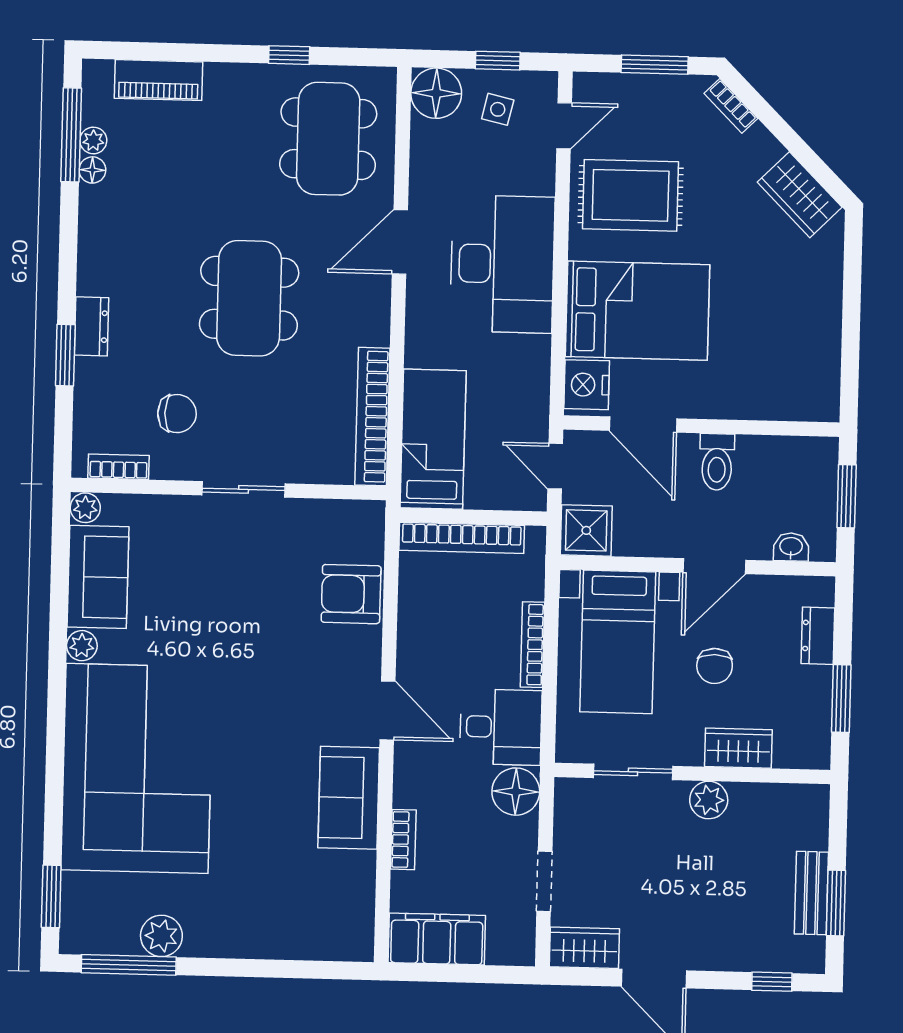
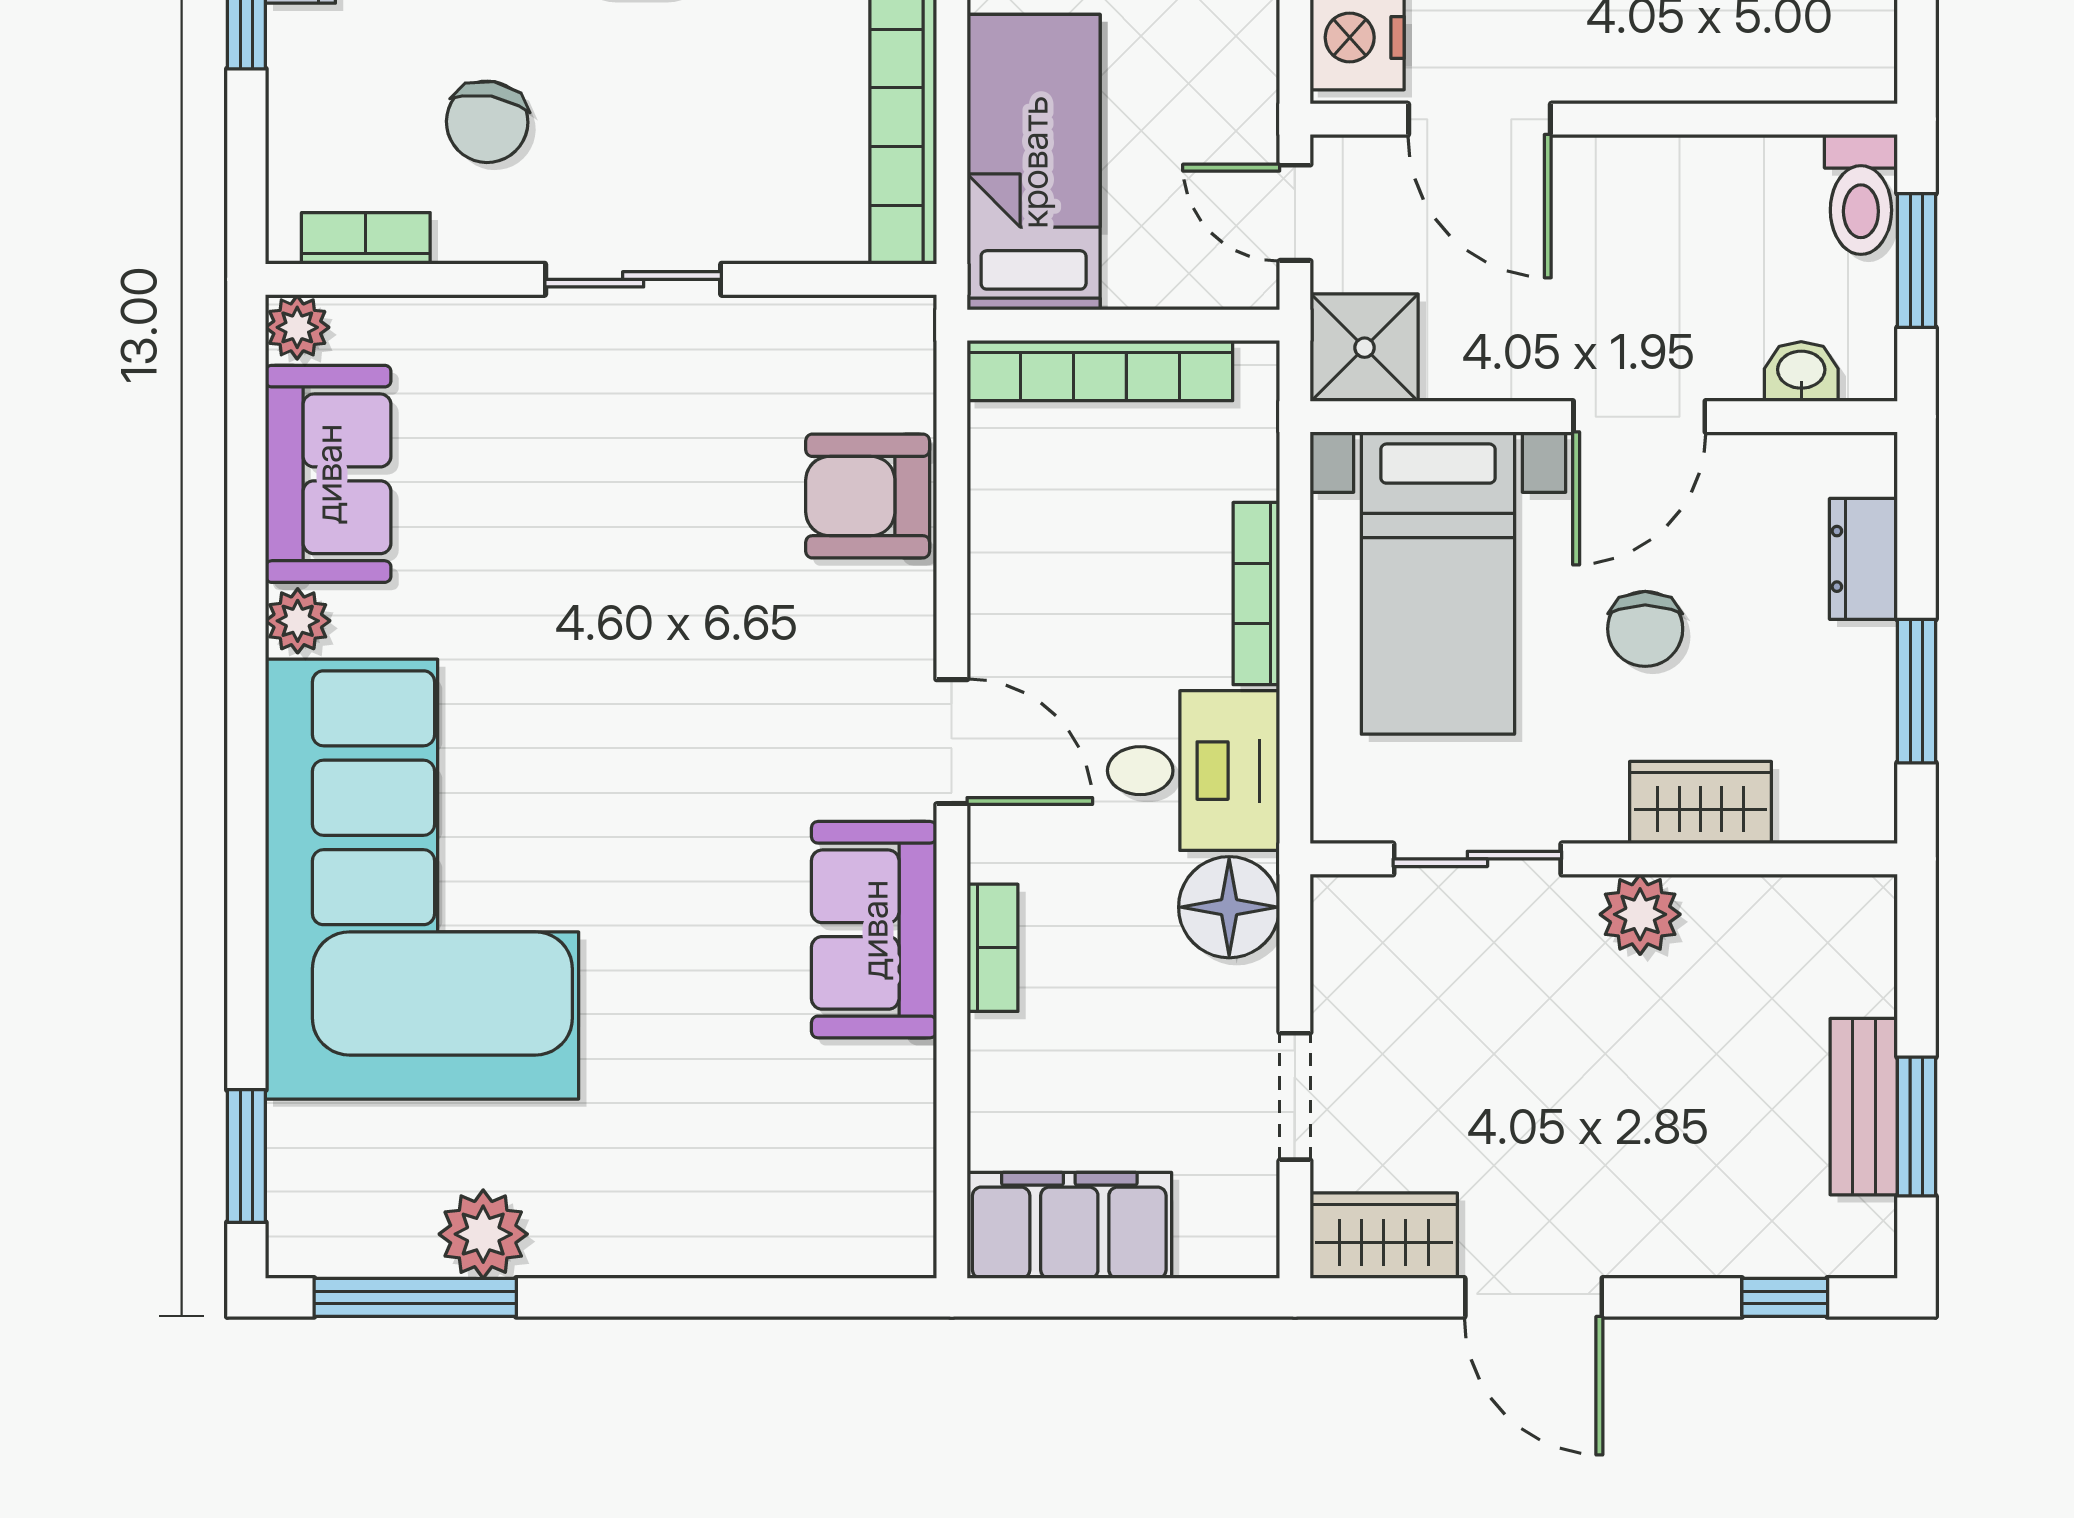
chair: (177, 414) -> (487, 122), turned 100
toilet: (717, 462) -> (1861, 194), moved
bookcase: (403, 840) -> (992, 948), moved

